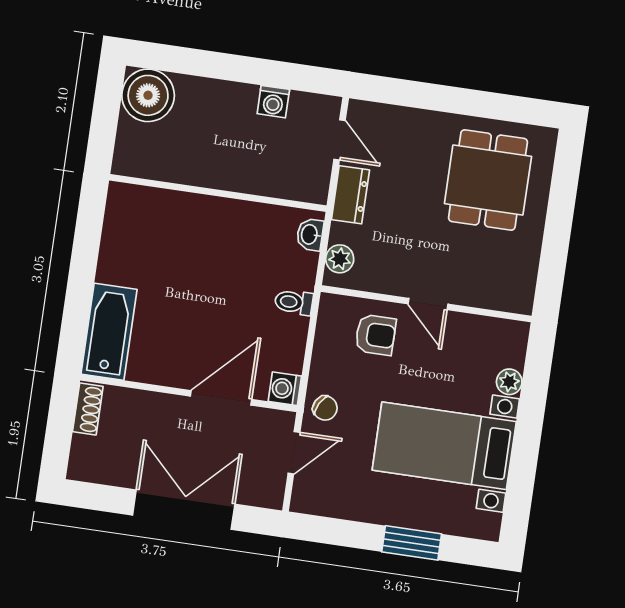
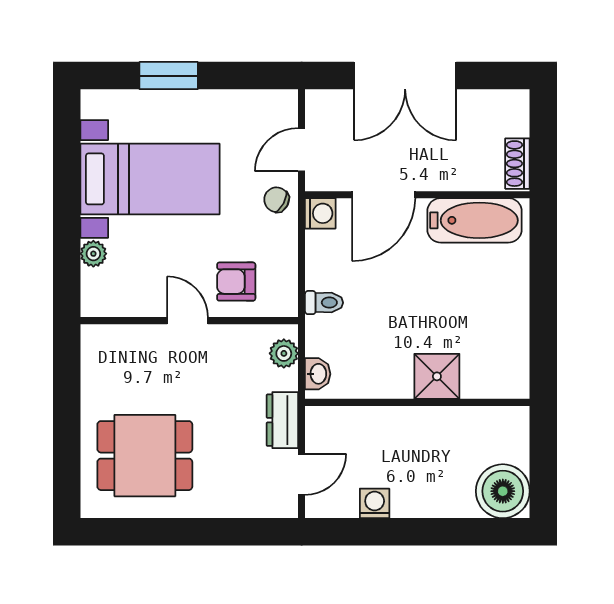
door: (340, 140) -> (302, 474), swing flipped
dining table: (488, 180) -> (145, 456), turned 90
shower: (195, 215) -> (437, 376), added
bathtub: (109, 332) -> (475, 220), moved, turned -90

